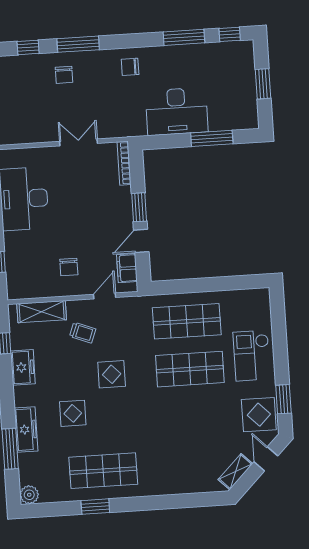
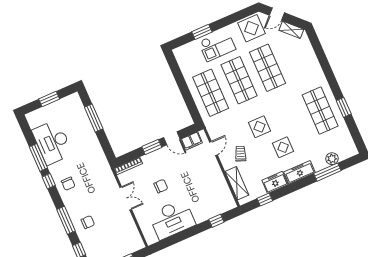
window: (230, 34) -> (49, 181), moved
desk: (177, 111) -> (52, 142), moved, turned 180
double door: (79, 142) -> (126, 198), swing flipped
chair: (69, 267) -> (161, 186), moved
door: (105, 296) -> (213, 148), swing flipped
window: (283, 399) -> (202, 32), moved
display table: (73, 413) -> (283, 147), moved
shop shelf: (193, 417) -> (267, 68), added
freezer: (26, 430) -> (300, 172), moved
plant: (29, 495) -> (332, 159), moved

